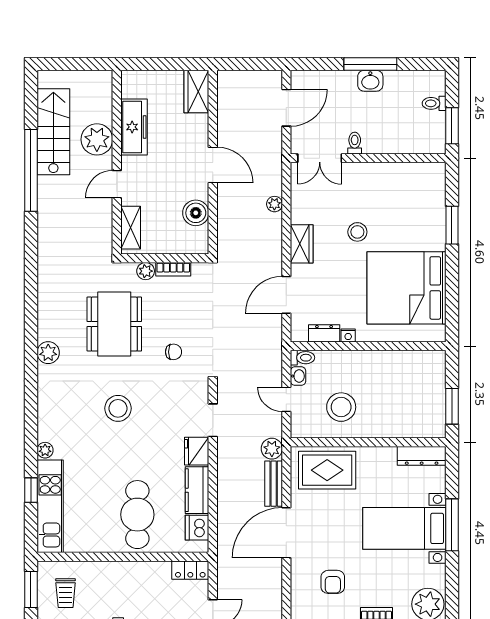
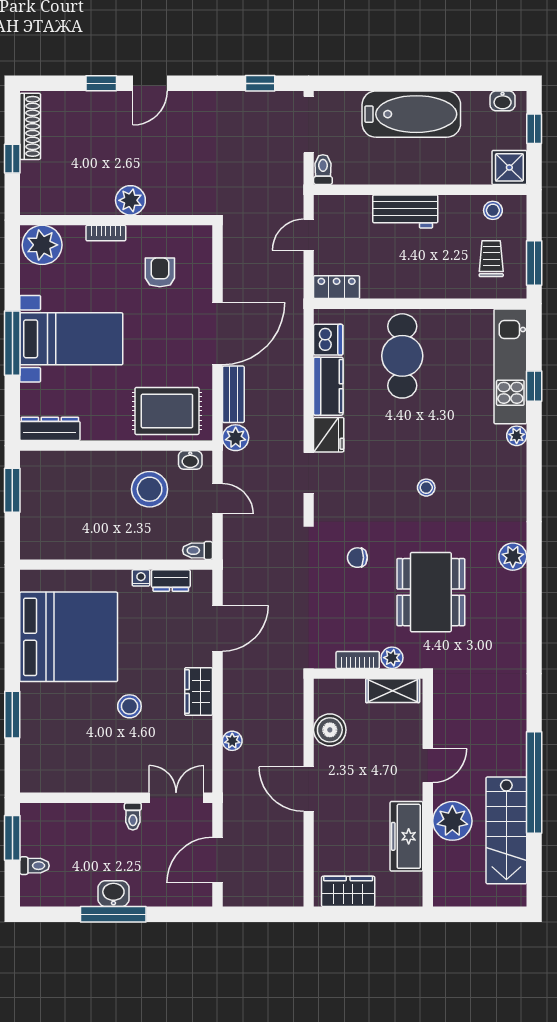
wardrobe: (196, 92) -> (348, 891), moved, turned -90
shelving: (131, 228) -> (393, 691), moved, turned 90
washbasin: (298, 376) -> (190, 460), moved, turned -90
stool: (118, 408) -> (426, 488), width x0.53, depth x0.53

